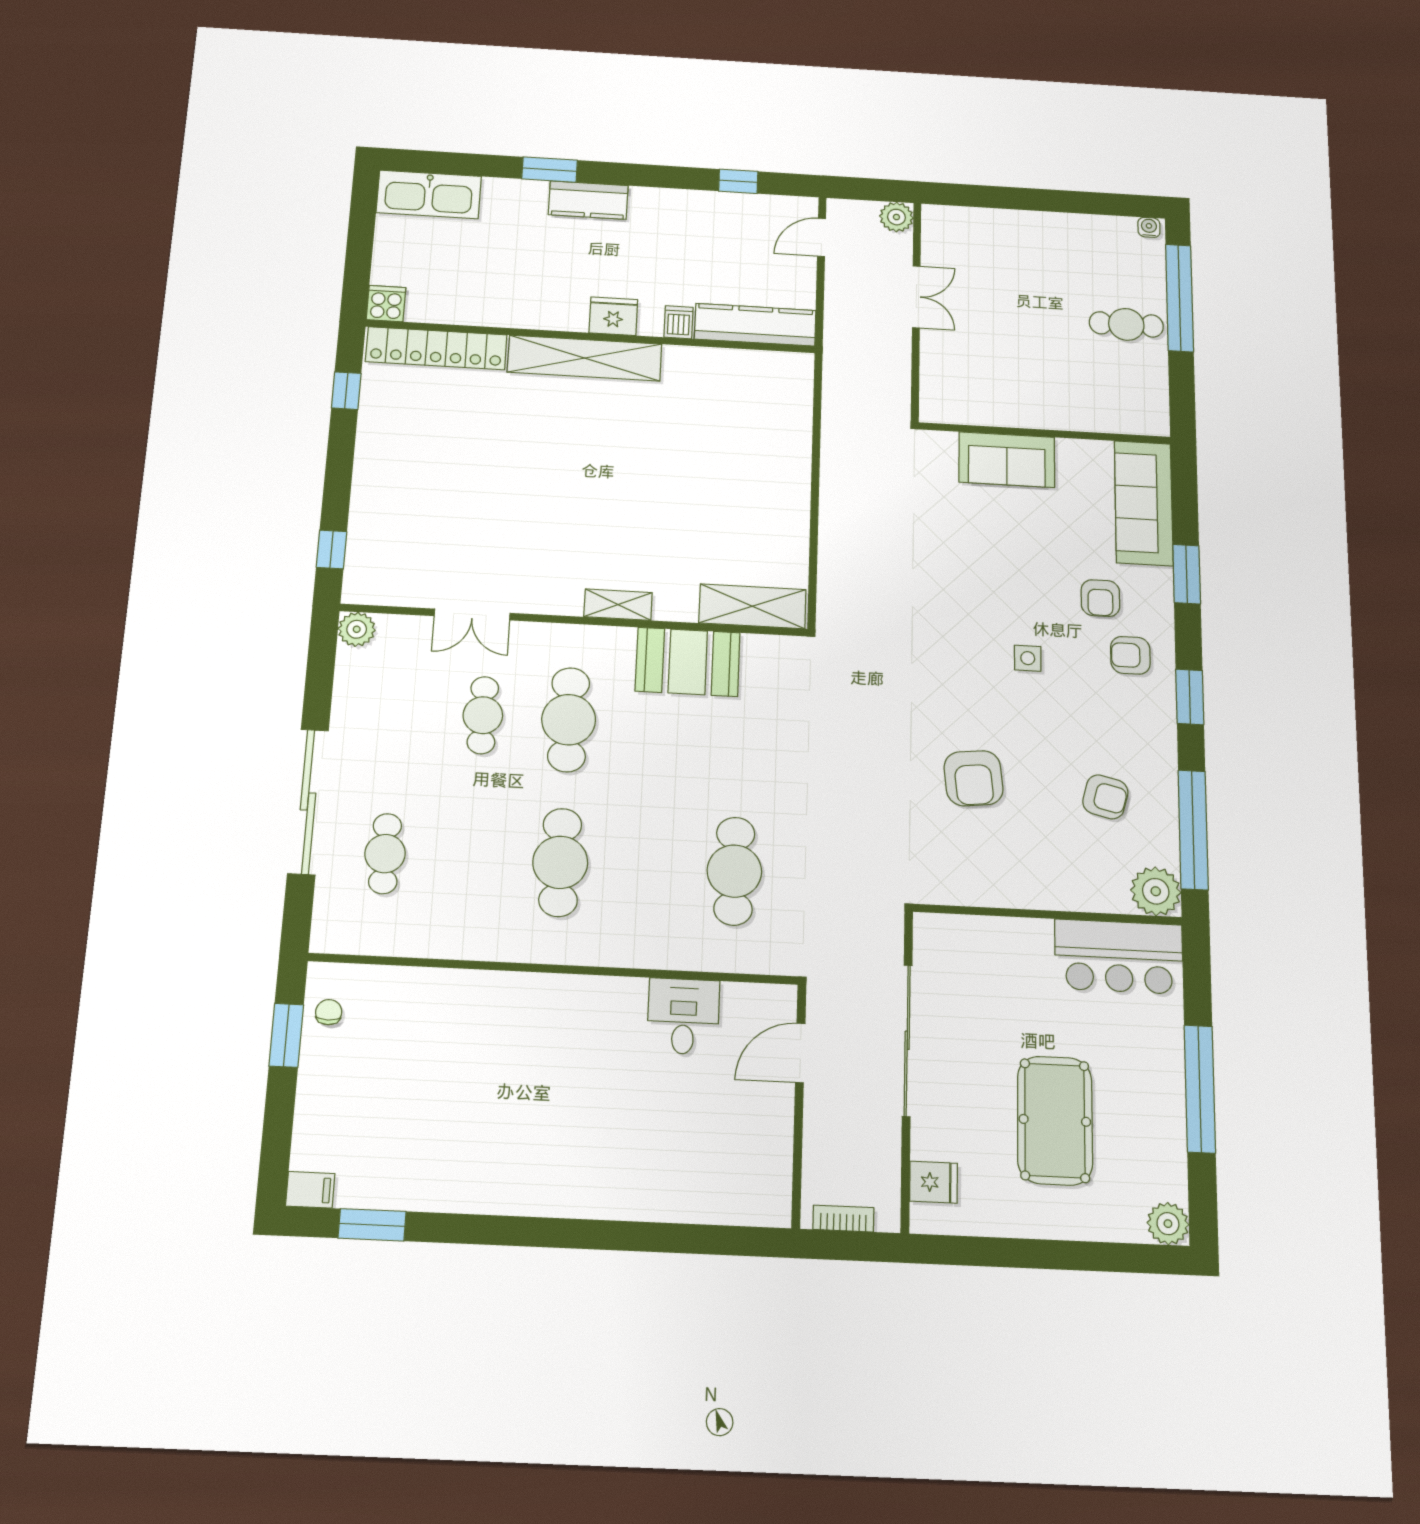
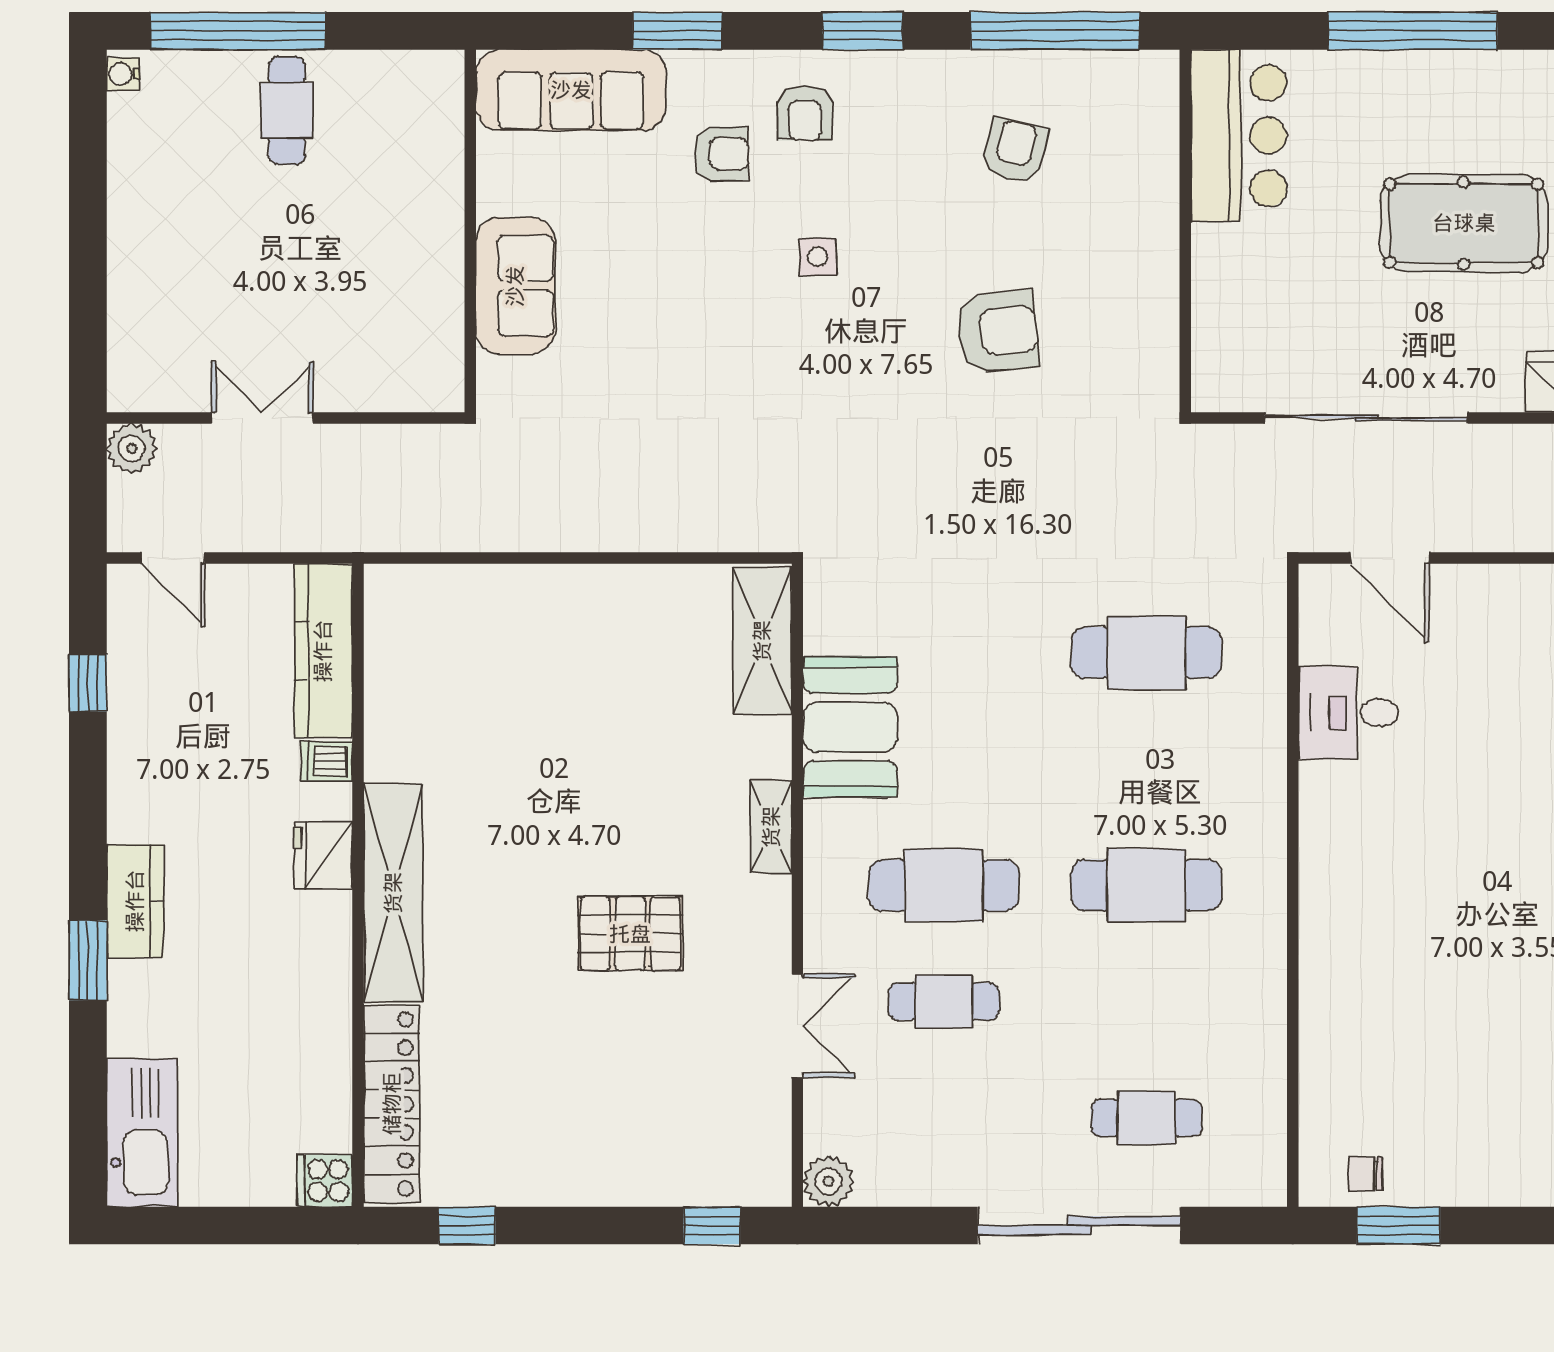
pallet: (546, 507) -> (630, 934), added
plant: (1156, 891) -> (1145, 84), removed

